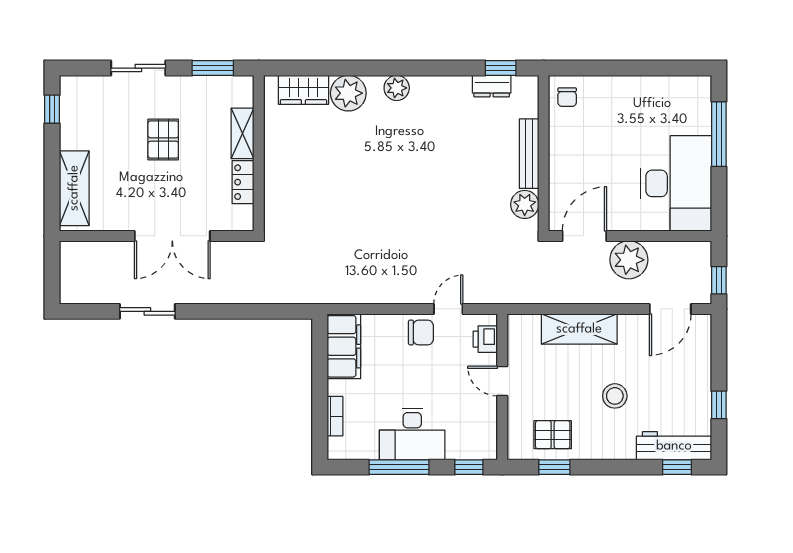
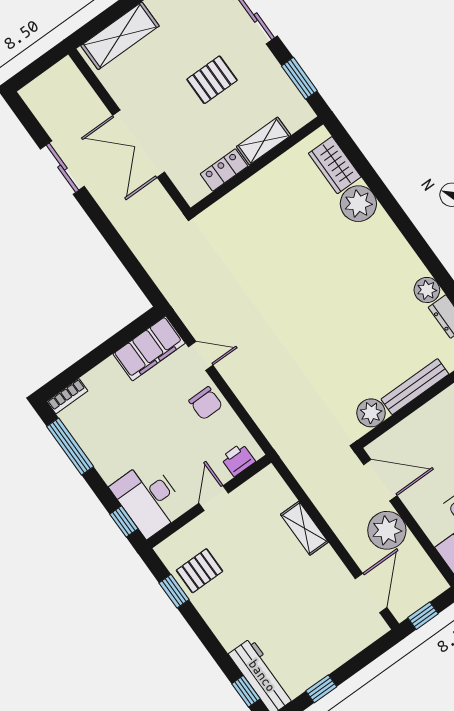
plant: (397, 88) -> (427, 290), moved
door: (448, 309) -> (201, 356), moved
door: (670, 309) -> (371, 593), swing flipped
shelving: (579, 329) -> (304, 528), width x0.67, depth x0.75
stool: (615, 396) -> (268, 599), removed
bookcase: (335, 416) -> (67, 396), moved
desk: (412, 434) -> (148, 499), moved
pallet: (553, 435) -> (200, 571), turned 90
window: (399, 467) -> (70, 447), moved

